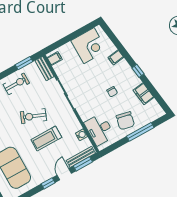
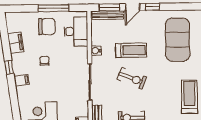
filing cabinet: (116, 57) -> (22, 80), moved
chair: (125, 121) -> (47, 27), turned 78
window: (140, 132) -> (53, 8), moved
water cooler: (81, 135) -> (96, 51), moved

